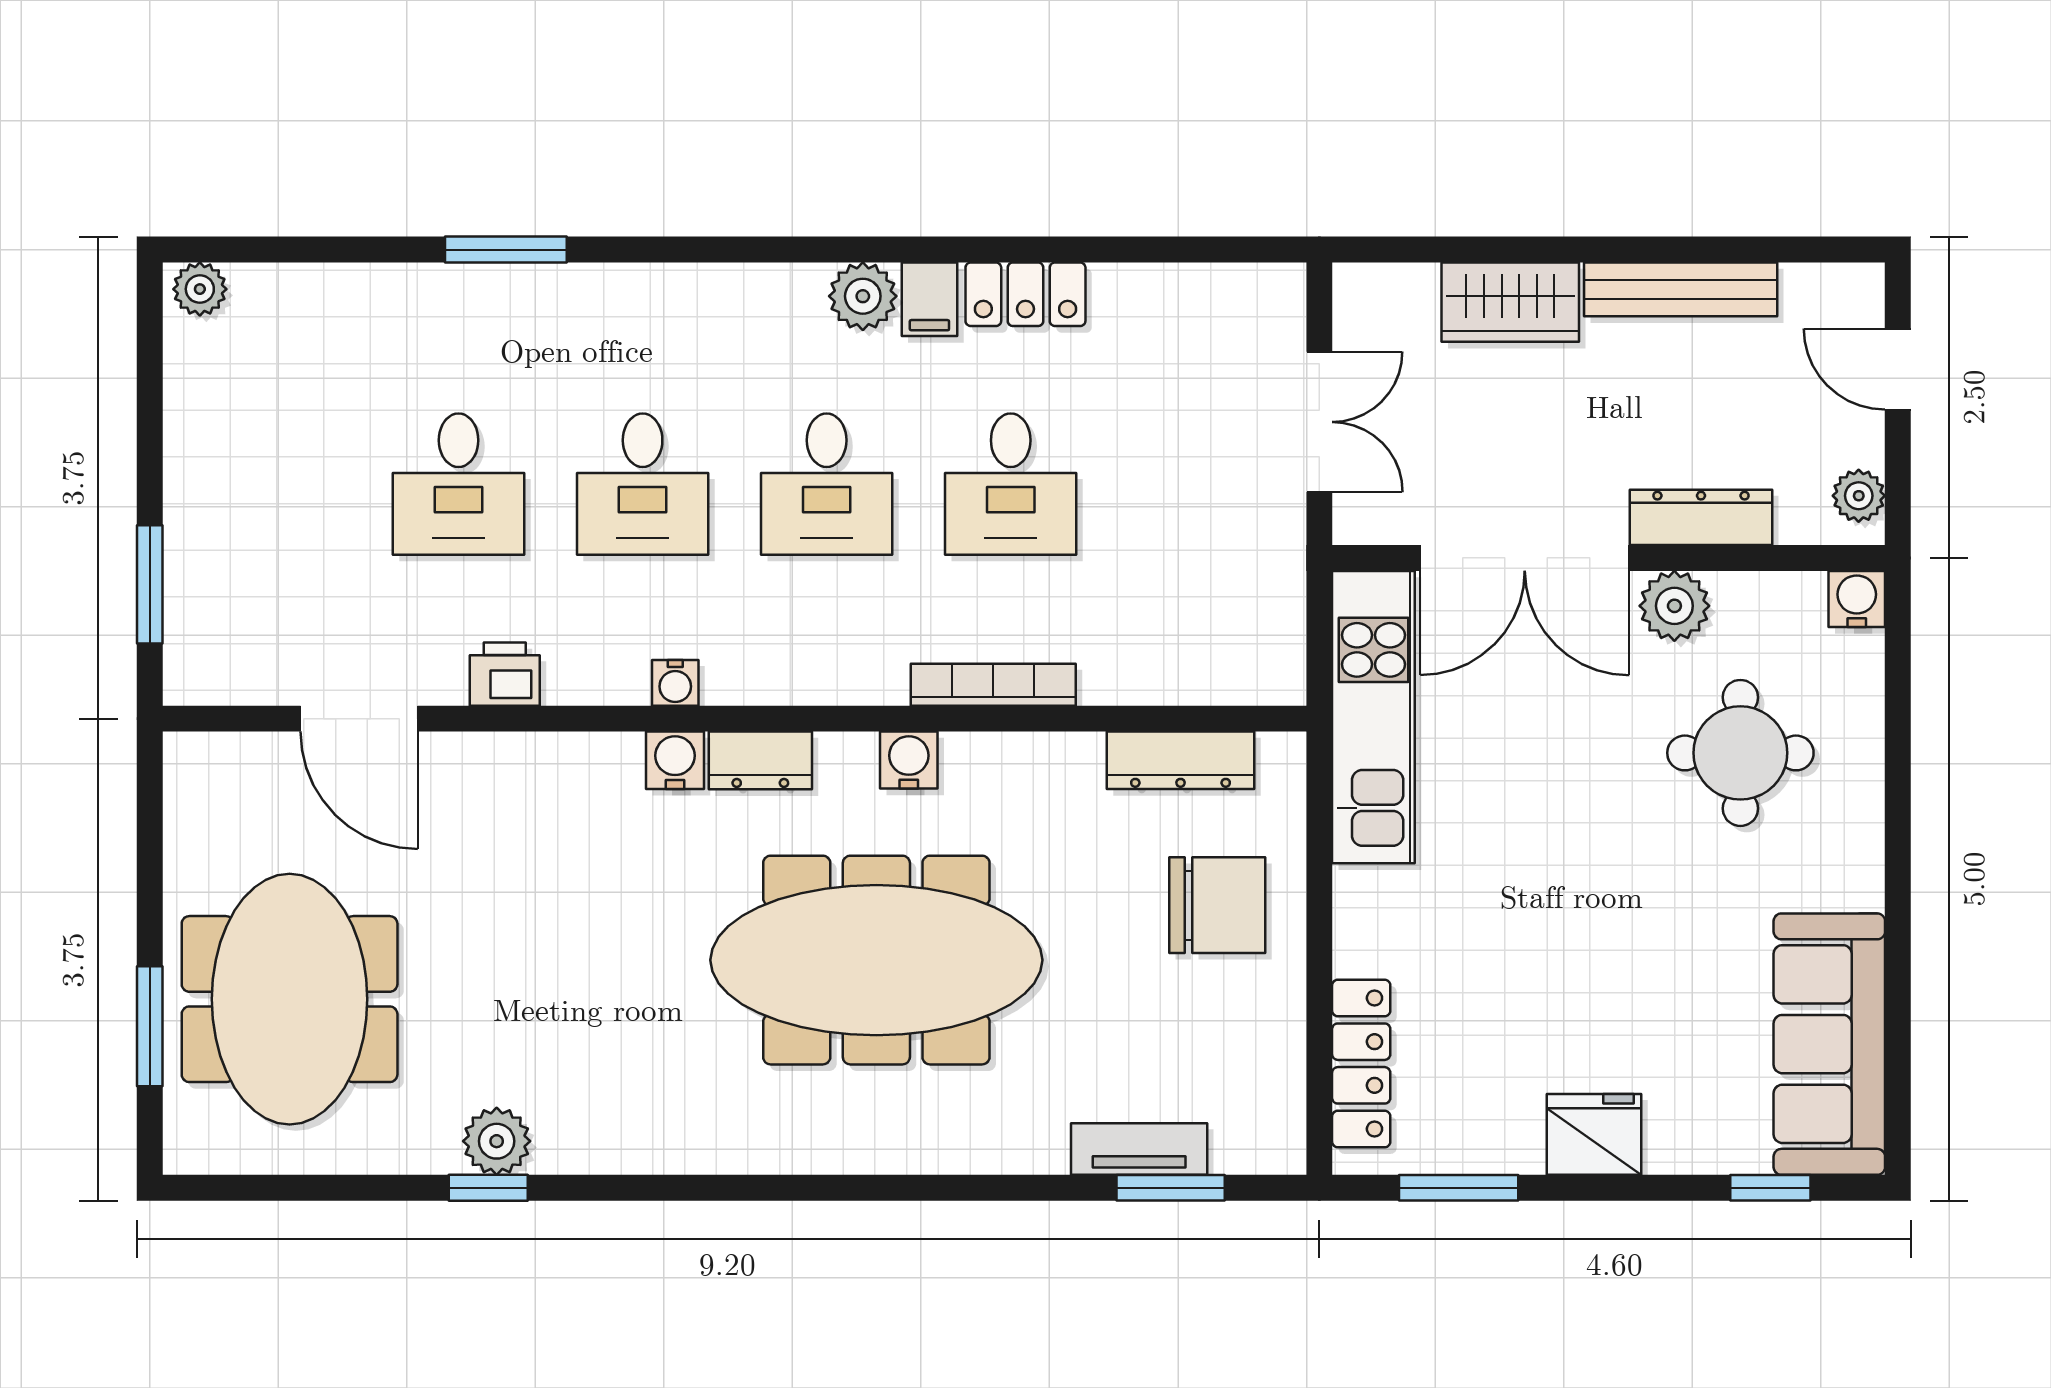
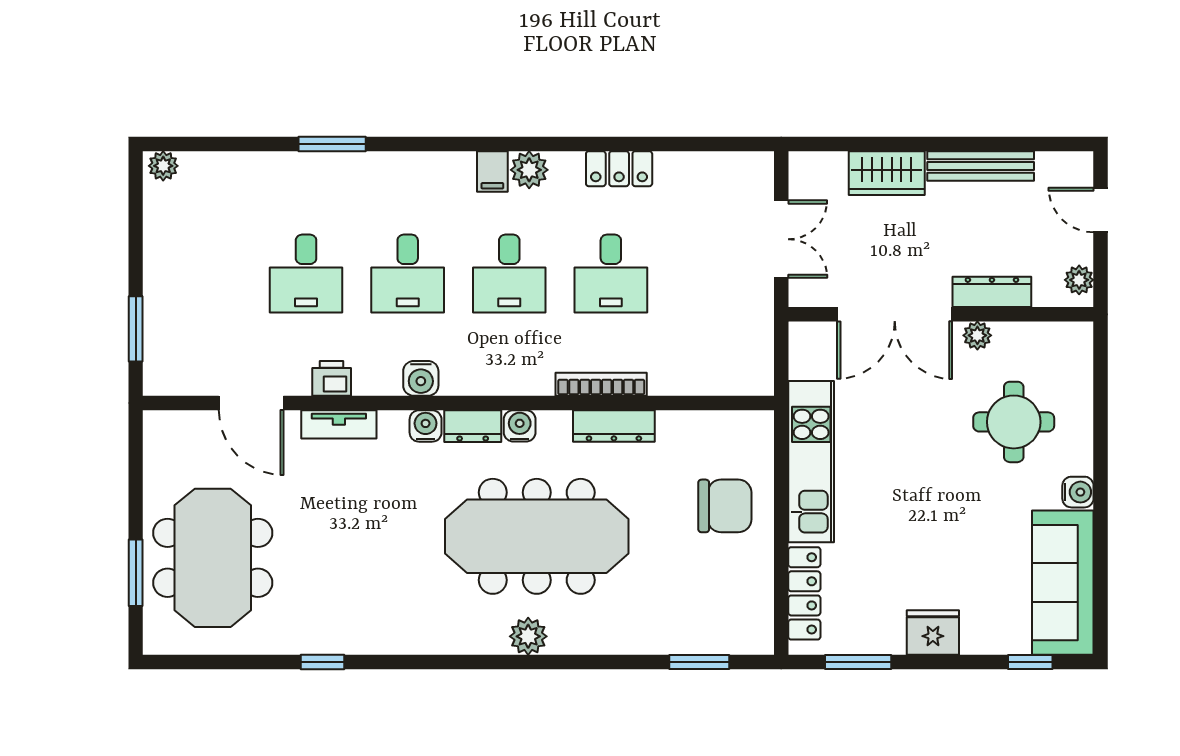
filing cabinet: (929, 299) -> (492, 171), moved
water cooler: (1857, 599) -> (1078, 492), moved, turned 90
plant: (1674, 606) -> (977, 335), width x0.73, depth x0.73
water cooler: (675, 683) -> (421, 378), width x1.38, depth x1.38
kitchen unit: (1373, 717) -> (811, 462), moved
water cooler: (909, 760) -> (520, 426), moved
dresser: (1181, 760) -> (614, 426), moved
plant: (497, 1141) -> (528, 636), moved
tv unit: (1139, 1149) -> (339, 424), moved, turned 180

